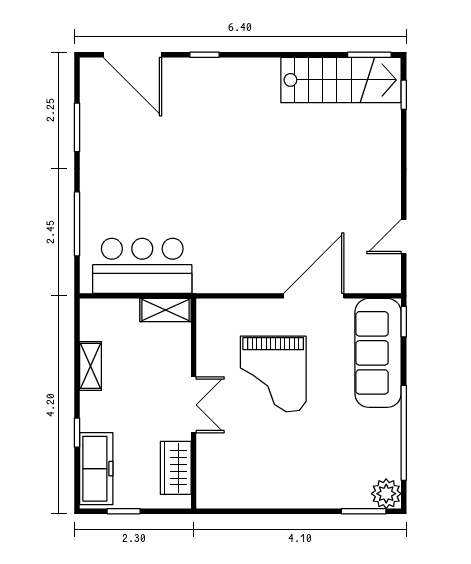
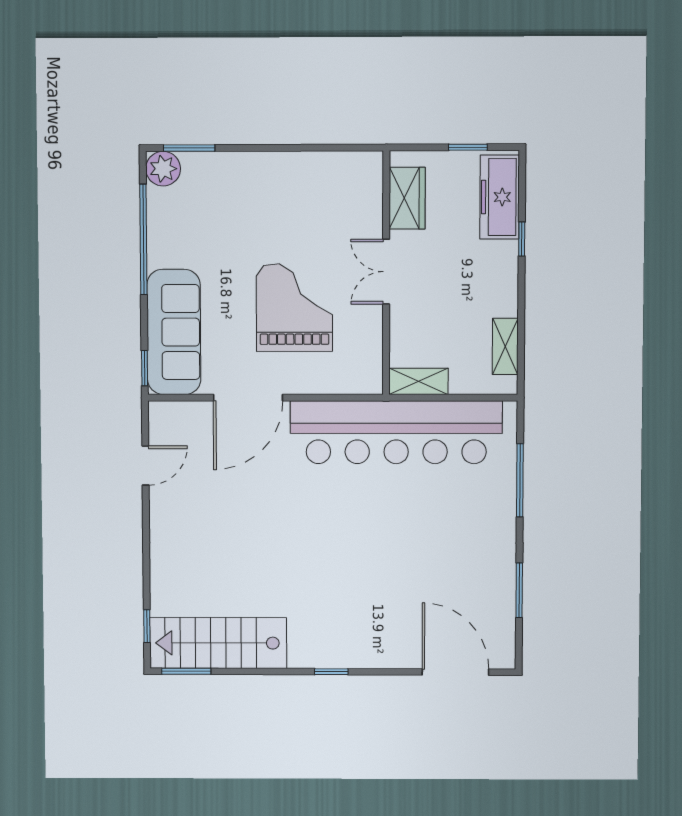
window: (205, 55) -> (331, 672), moved
bar counter: (142, 266) -> (396, 432), width x1.86
shelving: (91, 366) -> (505, 346), moved

